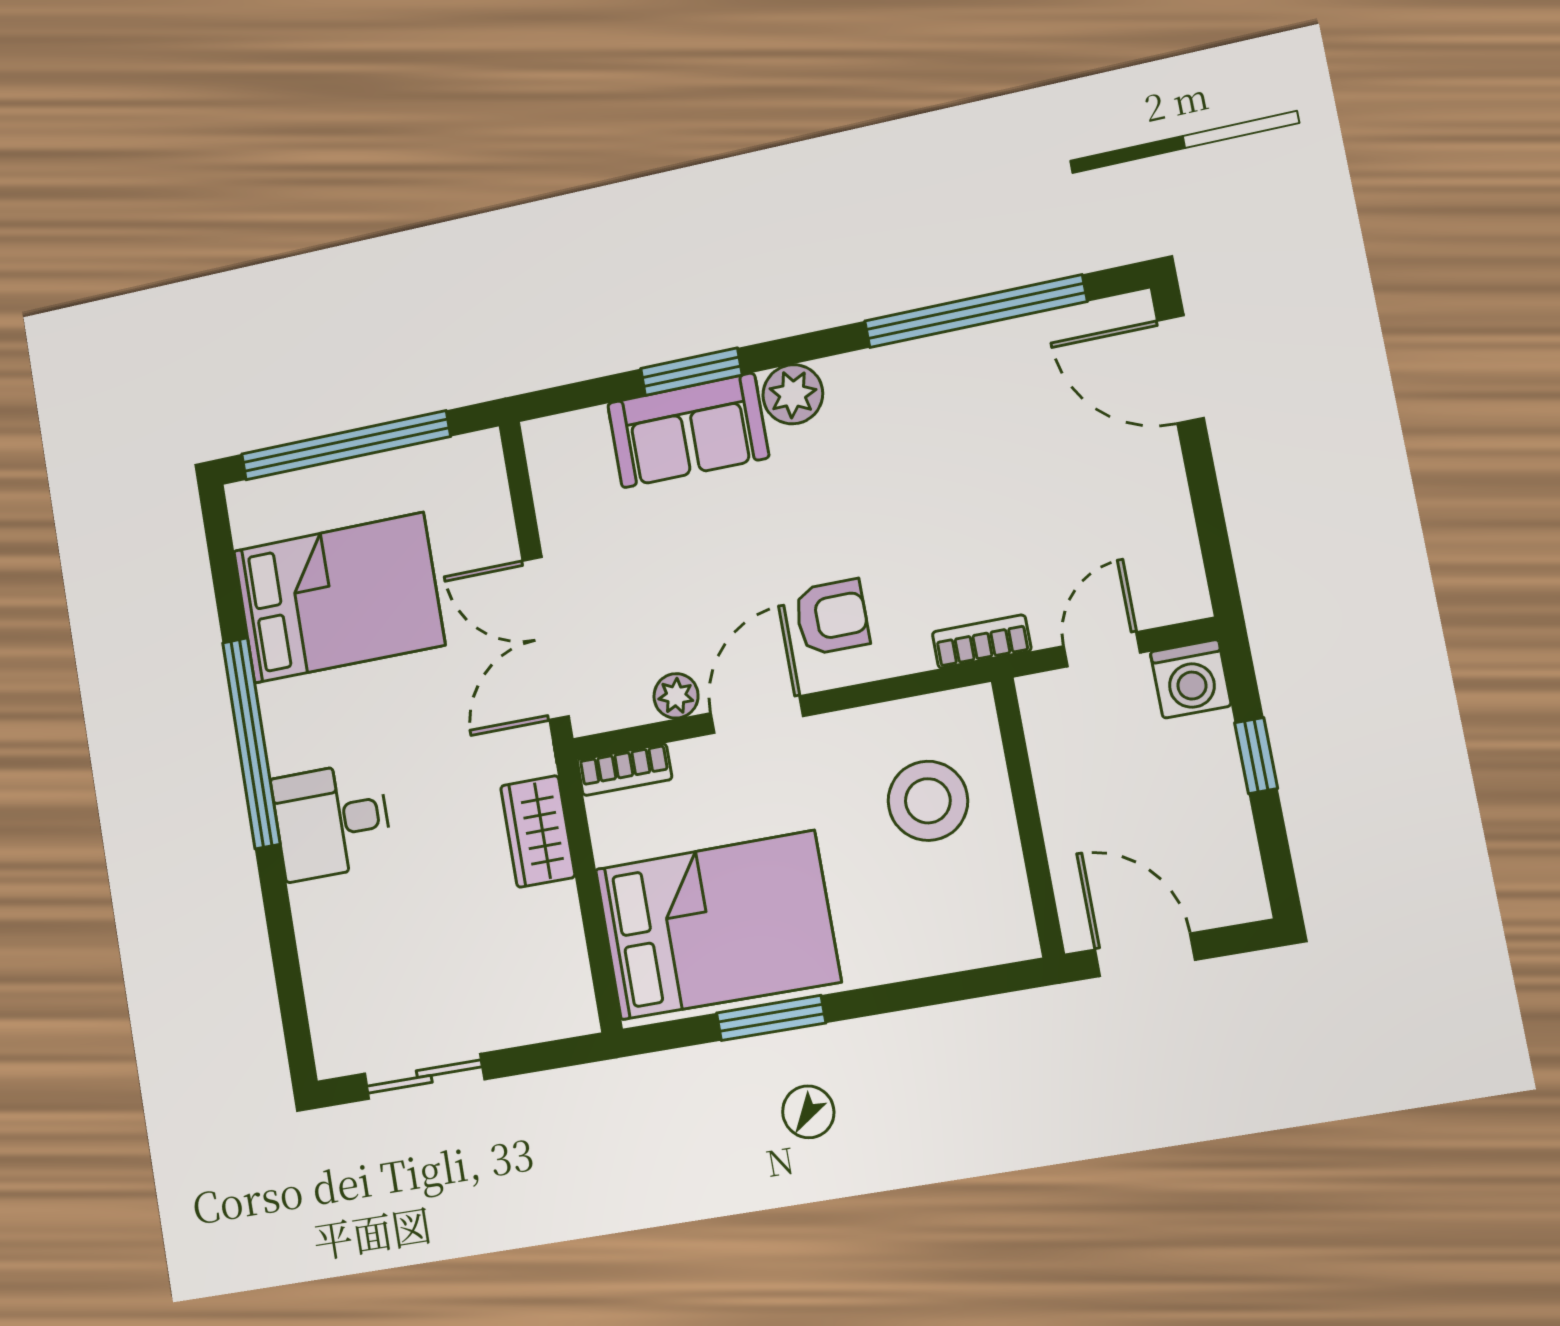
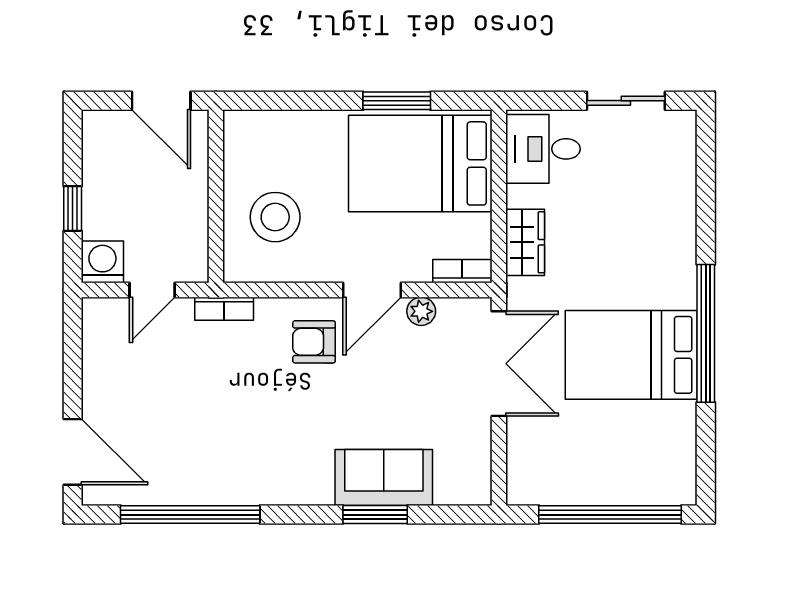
plant: (793, 394) -> (313, 487), removed
bed: (339, 598) -> (631, 355), moved
desk: (332, 821) -> (543, 149), moved, turned 180

